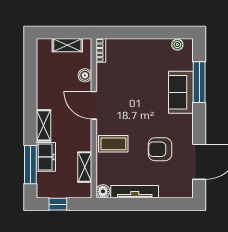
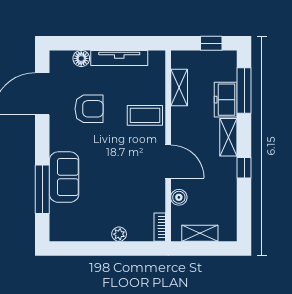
plant: (177, 45) -> (119, 234), moved
window: (30, 100) -> (244, 168), added
floor lamp: (103, 191) -> (81, 58), moved

